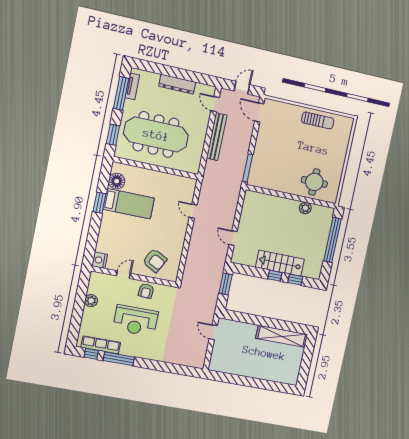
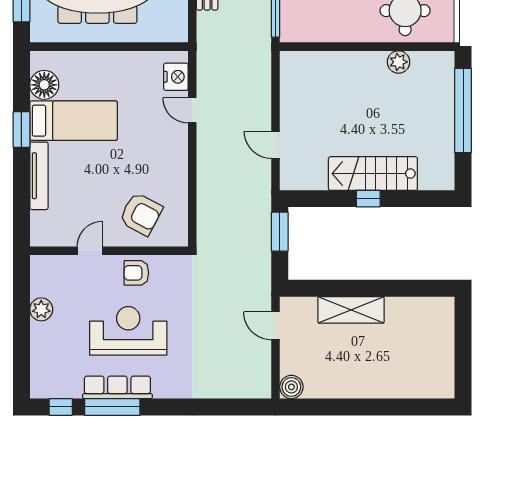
tv unit: (104, 229) -> (39, 176), added
nightstand: (100, 260) -> (176, 77), moved, turned 180
window: (295, 280) -> (409, 199), removed
armchair: (146, 291) -> (136, 273), turned 86
reception desk: (135, 321) -> (128, 331), turned 180
shelving: (282, 336) -> (351, 310), moved, width x0.68
row of seats: (101, 345) -> (117, 387), moved
boiler: (215, 365) -> (291, 387), added

